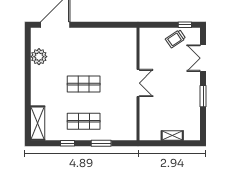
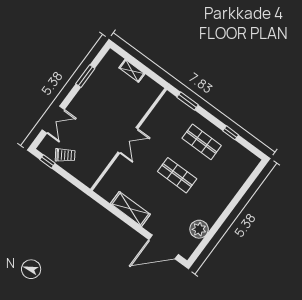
double door: (138, 83) -> (128, 140), swing flipped
window: (203, 96) -> (85, 76), moved
shelving: (38, 123) -> (130, 209), moved, turned 90
window: (101, 143) -> (188, 101), moved

